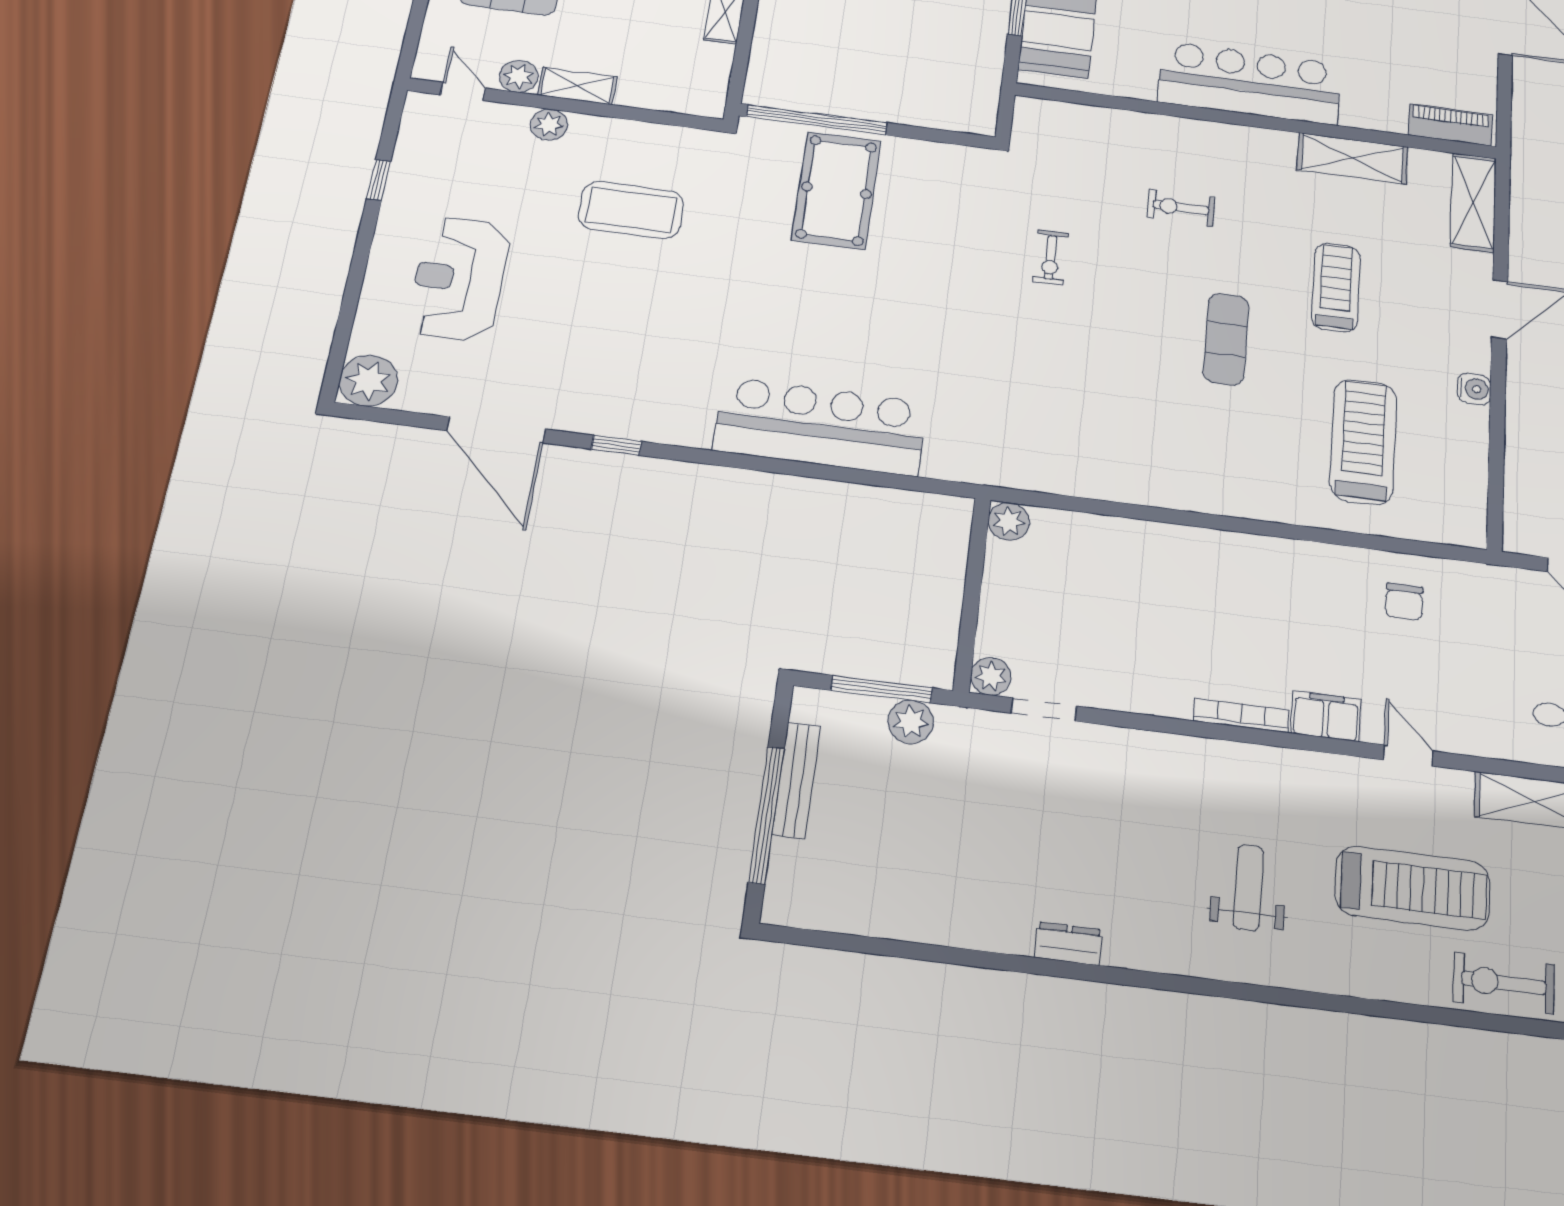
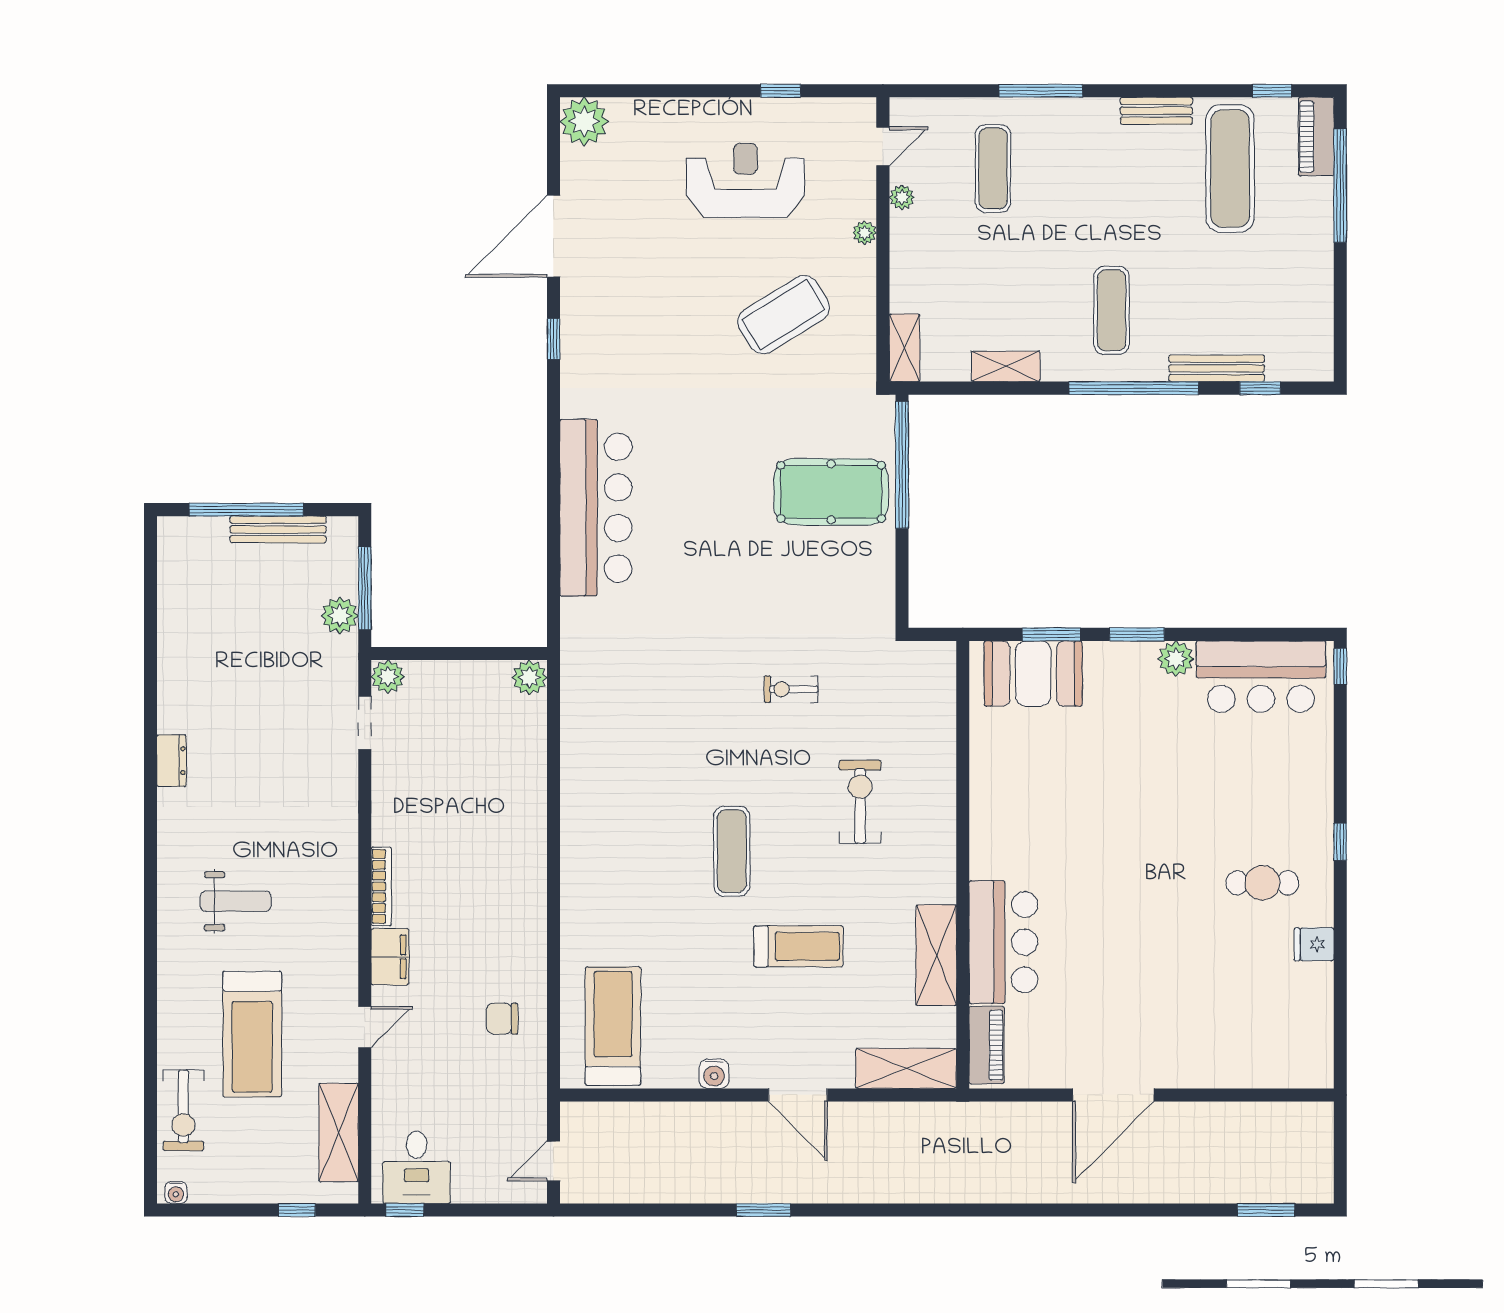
plant: (519, 76) -> (902, 197), width x0.73, depth x0.73
bar counter: (1249, 83) -> (1003, 942), moved, width x0.73
shelving: (577, 86) -> (905, 348), moved
plant: (549, 125) -> (865, 233), width x0.73, depth x0.73
exercise bike: (1181, 207) -> (860, 802), width x1.38, depth x1.39
coffee table: (631, 210) -> (784, 315), turned 58
reception desk: (459, 279) -> (746, 180), moved
exercise mat: (1226, 339) -> (732, 851), turned 90
treadmill: (1363, 442) -> (613, 1026), moved, turned -90
exercise bike: (1504, 983) -> (183, 1110), turned 180

